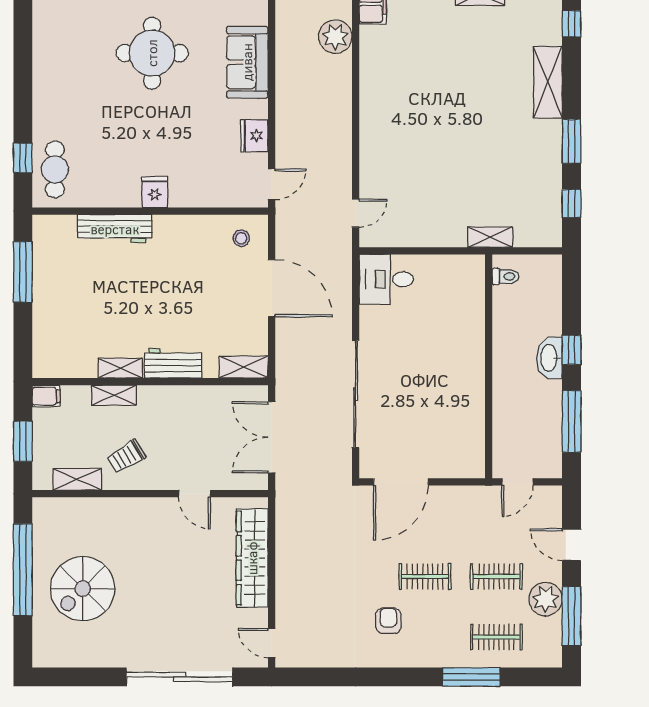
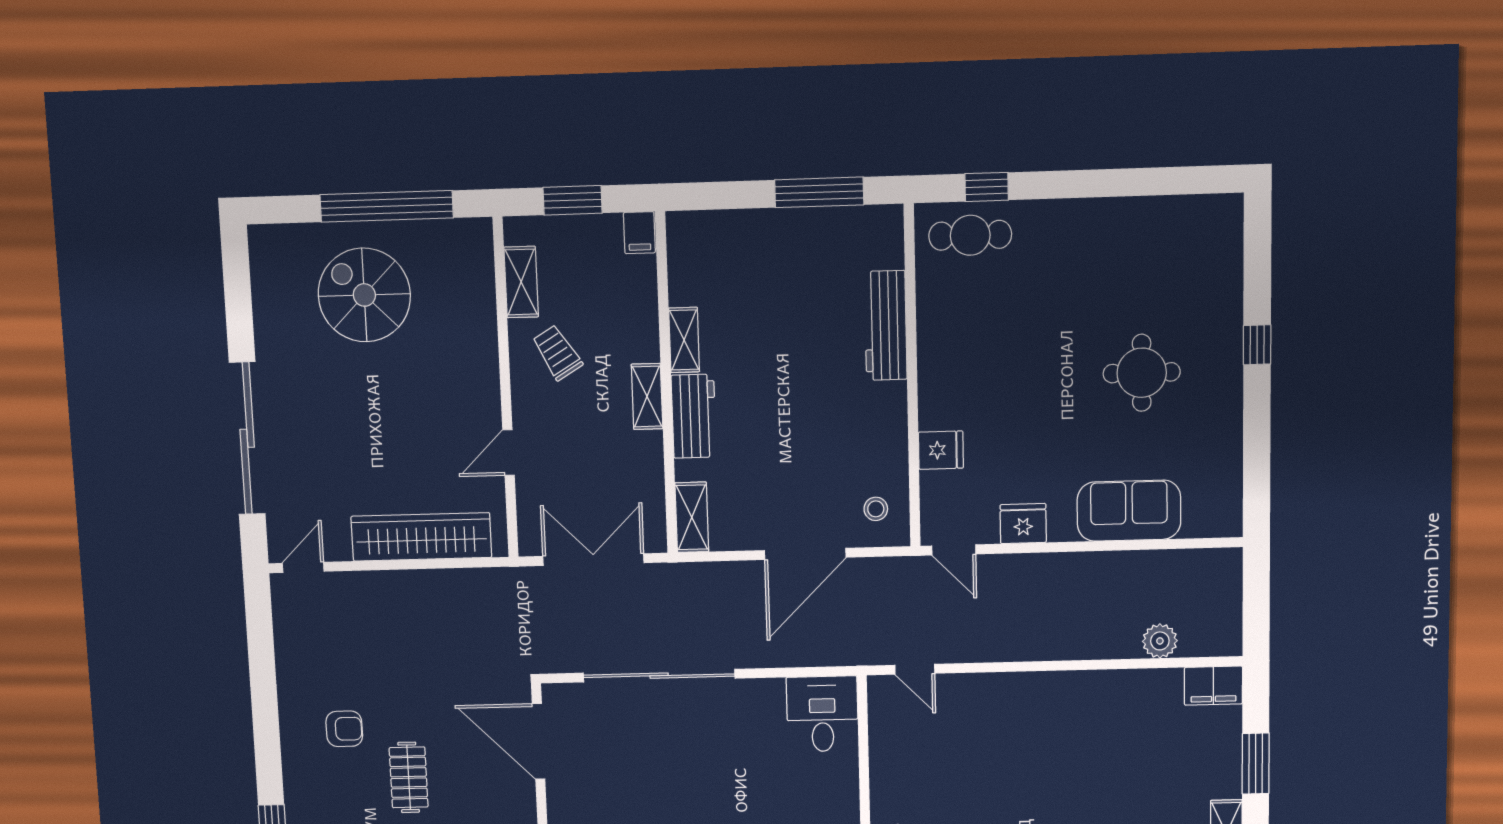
plant: (335, 37) -> (1160, 641), width x0.73, depth x0.73
round table: (152, 53) -> (1142, 373), width x0.73, depth x0.73
fridge: (155, 192) -> (941, 450), moved
shelving: (114, 395) -> (647, 396), moved

